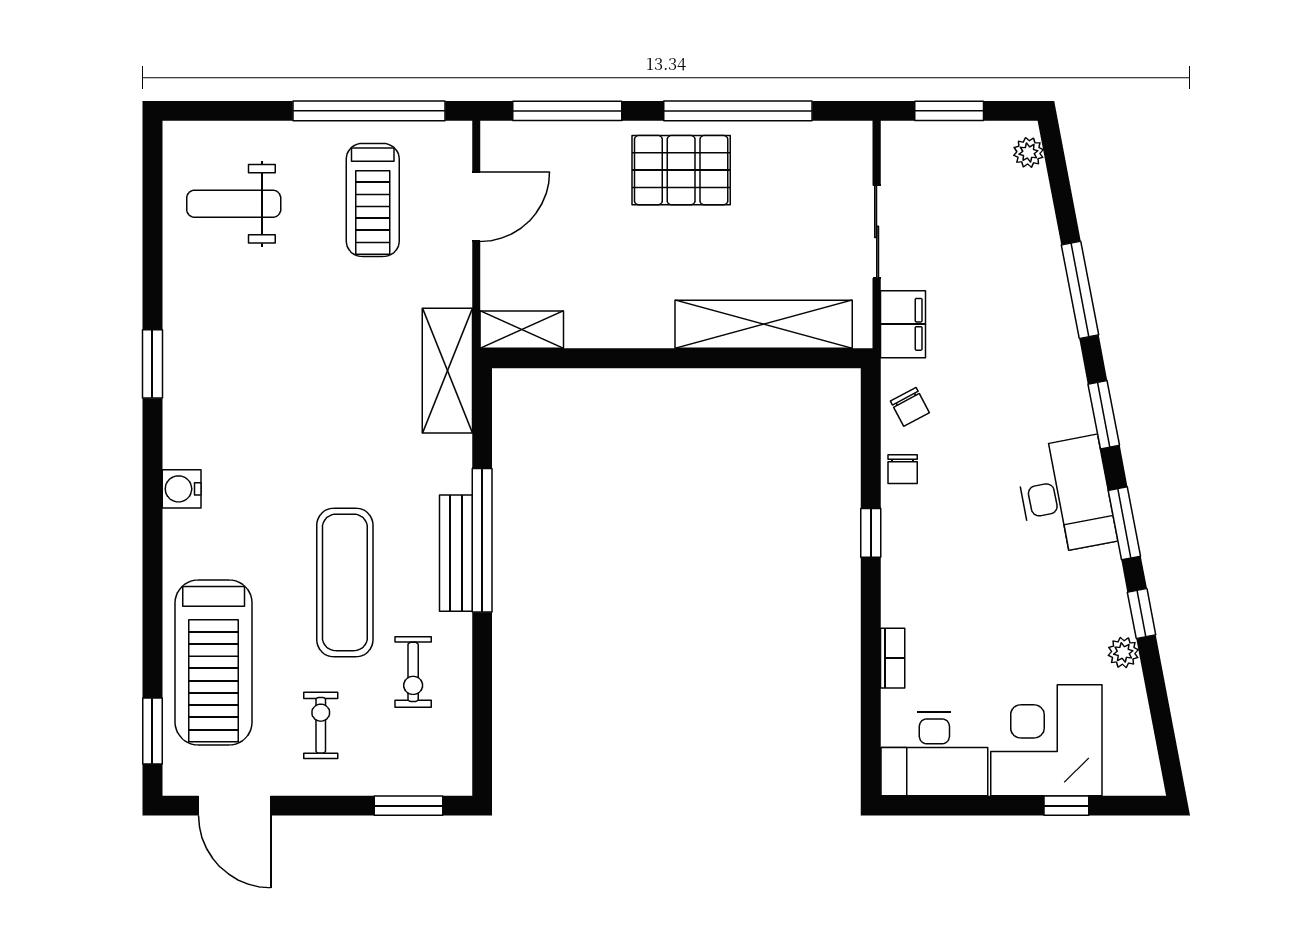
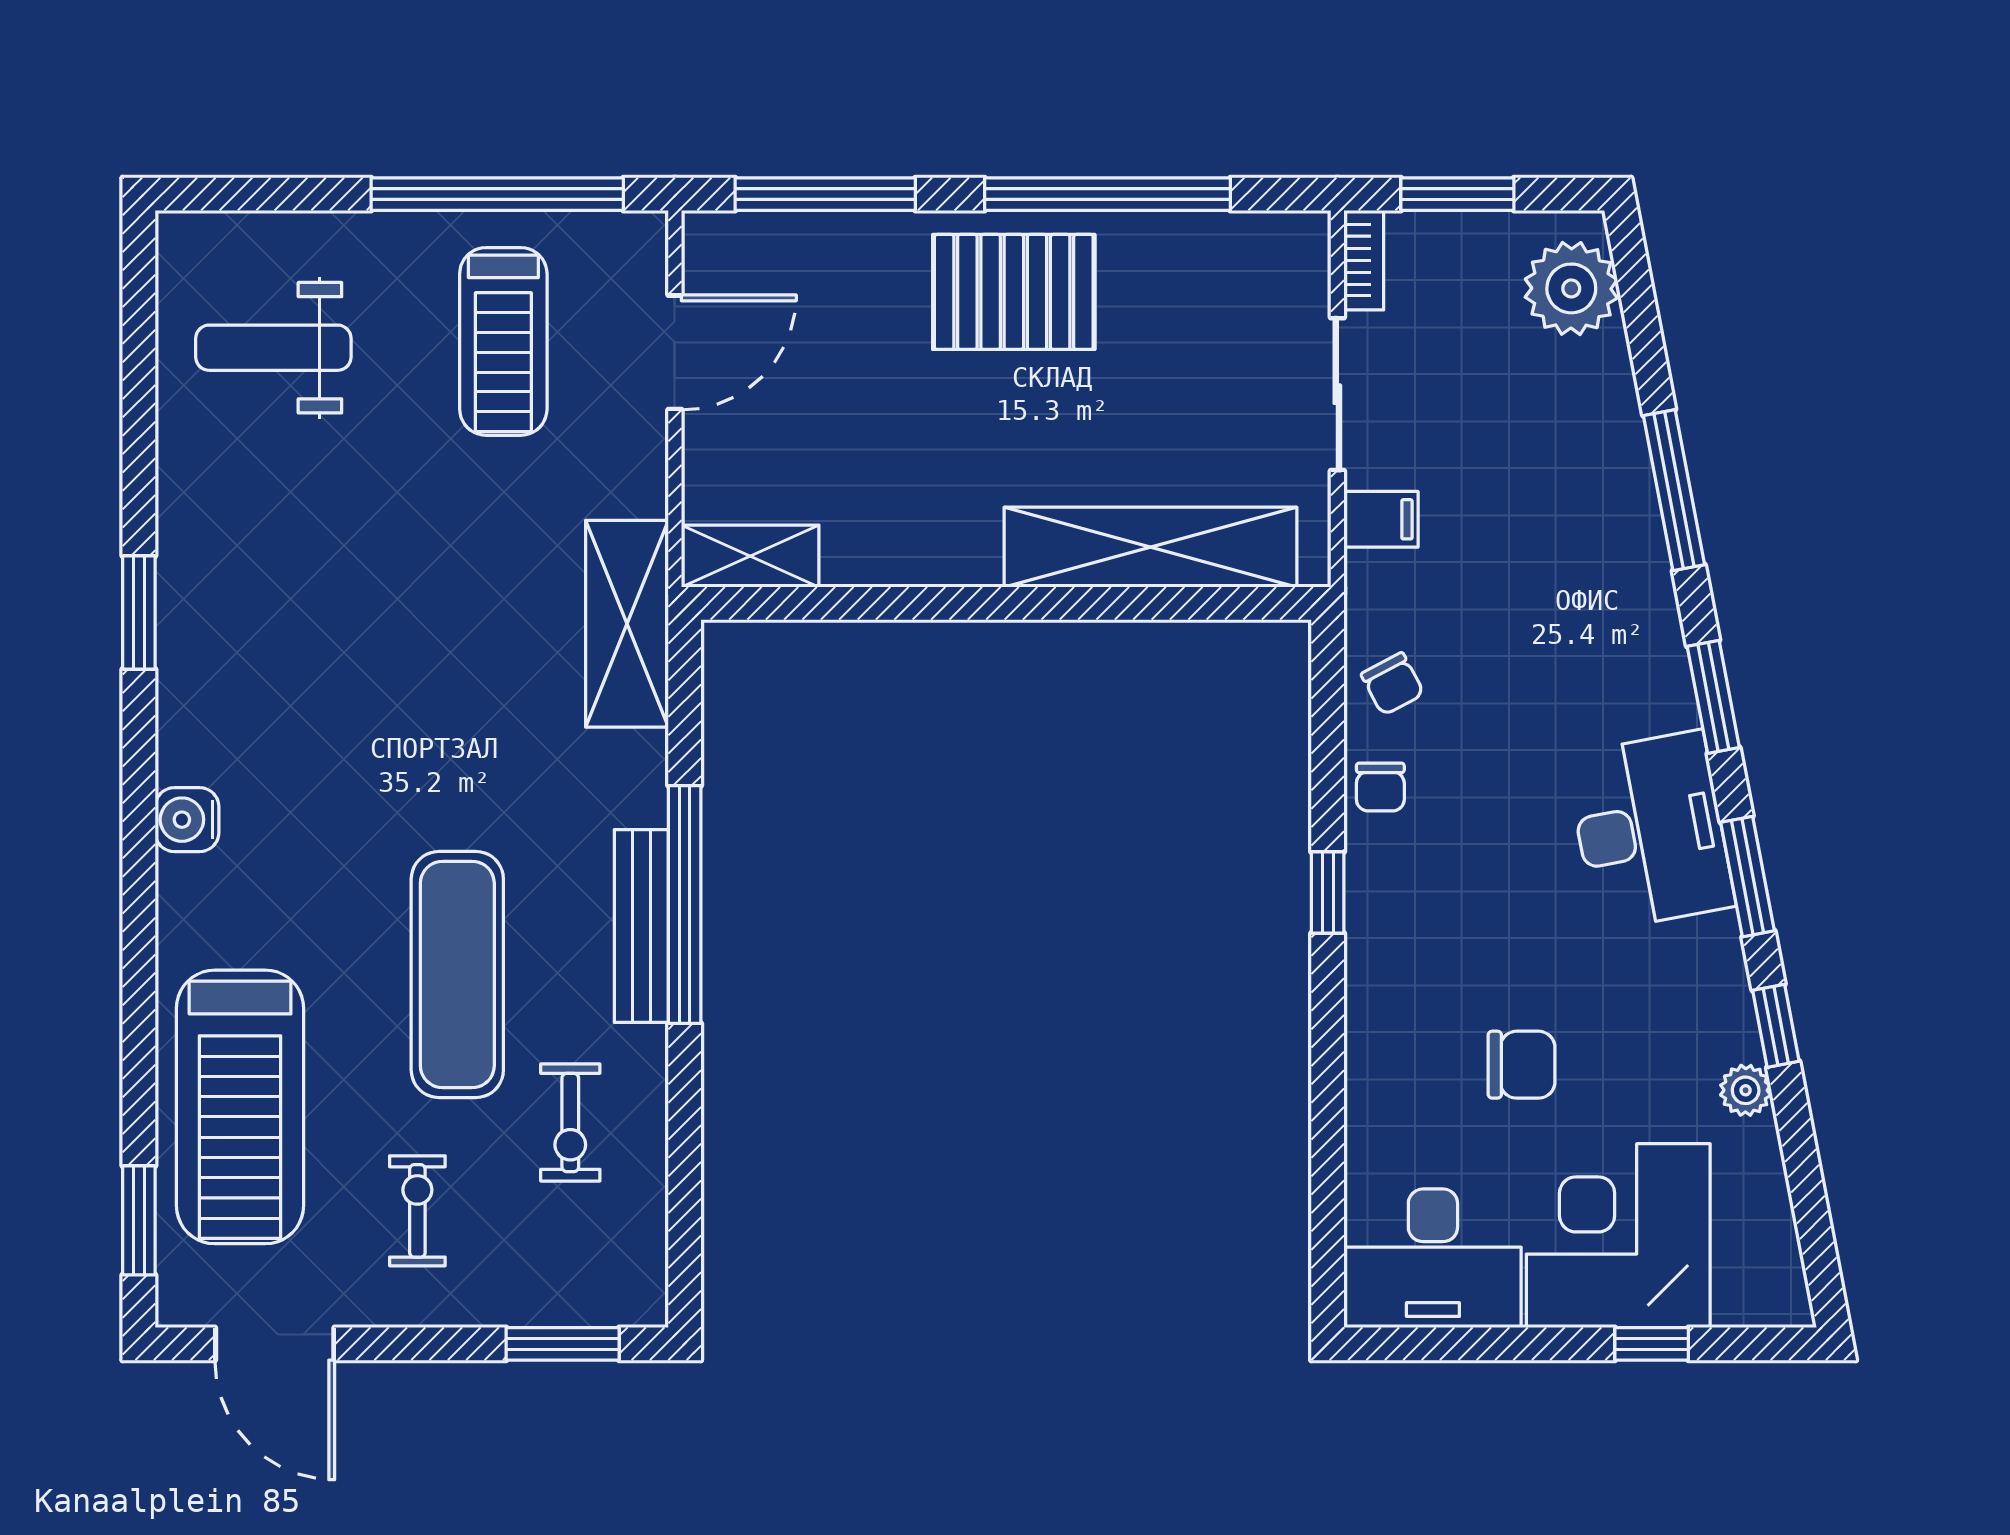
plant: (1028, 152) -> (1571, 288), width x1.87, depth x1.87
filing cabinet: (903, 324) -> (1381, 519), width x0.50
chair: (988, 637) -> (1522, 1065), added
bookcase: (893, 658) -> (1364, 260), moved

